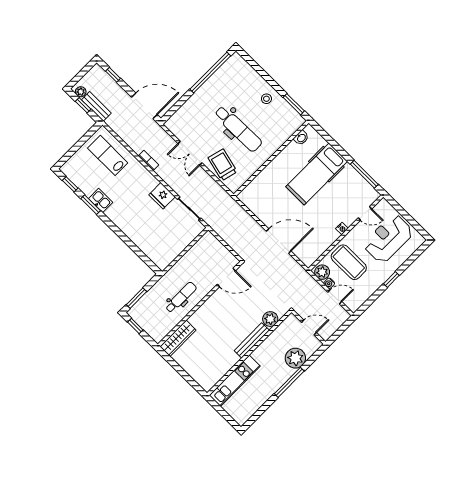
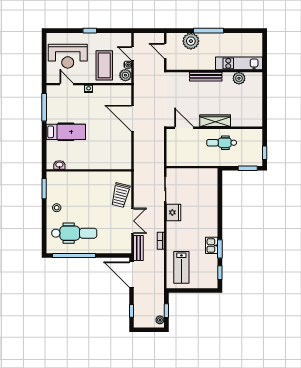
bench: (96, 106) -> (138, 248), moved
dental chair: (238, 129) -> (74, 233), moved, turned 91
hospital bed: (317, 174) -> (66, 132), width x0.73, depth x0.78
plant: (270, 319) -> (239, 78), moved
wardrobe: (178, 338) -> (215, 121), moved

